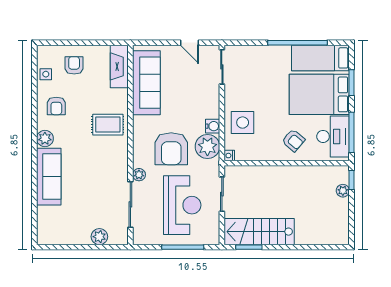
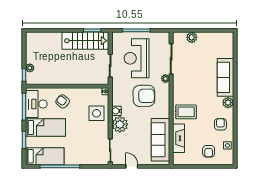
fireplace: (119, 66) -> (179, 138), moved
bed: (319, 94) -> (45, 127), width x0.67
plant: (207, 147) -> (120, 124), moved
armchair: (171, 149) -> (144, 96), turned 89

